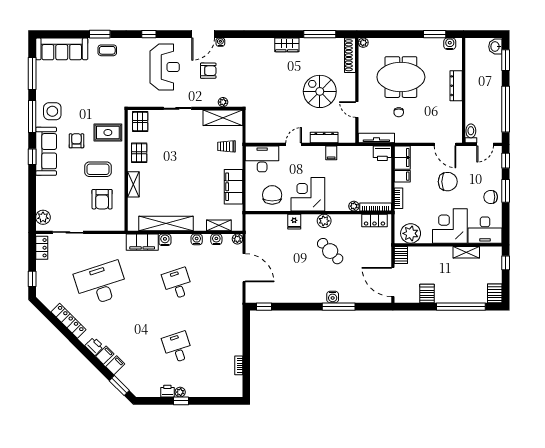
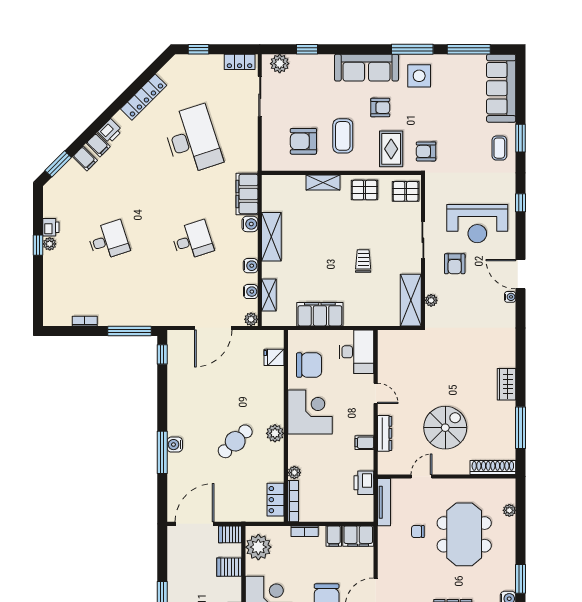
plant: (363, 43) -> (509, 510), moved
armchair: (208, 71) -> (455, 264), moved
armchair: (110, 106) -> (426, 151), added
trolley: (227, 146) -> (363, 261), moved
printer: (382, 153) -> (364, 483), moved
window: (32, 157) -> (307, 49), moved
fridge: (294, 222) -> (274, 357), moved
shelving: (166, 223) -> (271, 237), width x0.68
server rack: (427, 293) -> (229, 567), moved, turned 180
window: (246, 331) -> (130, 331), added

